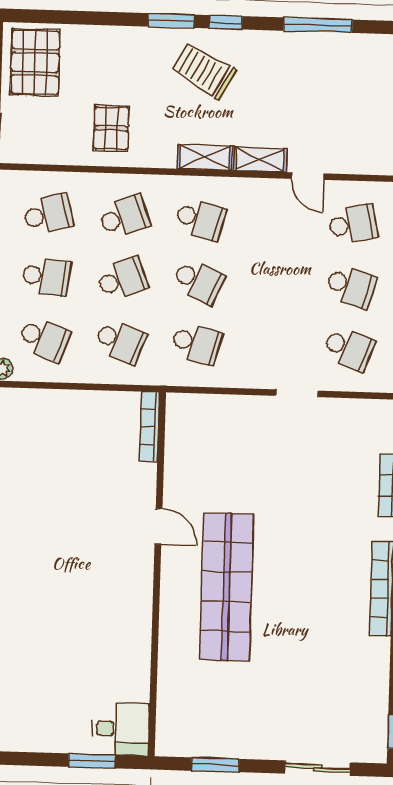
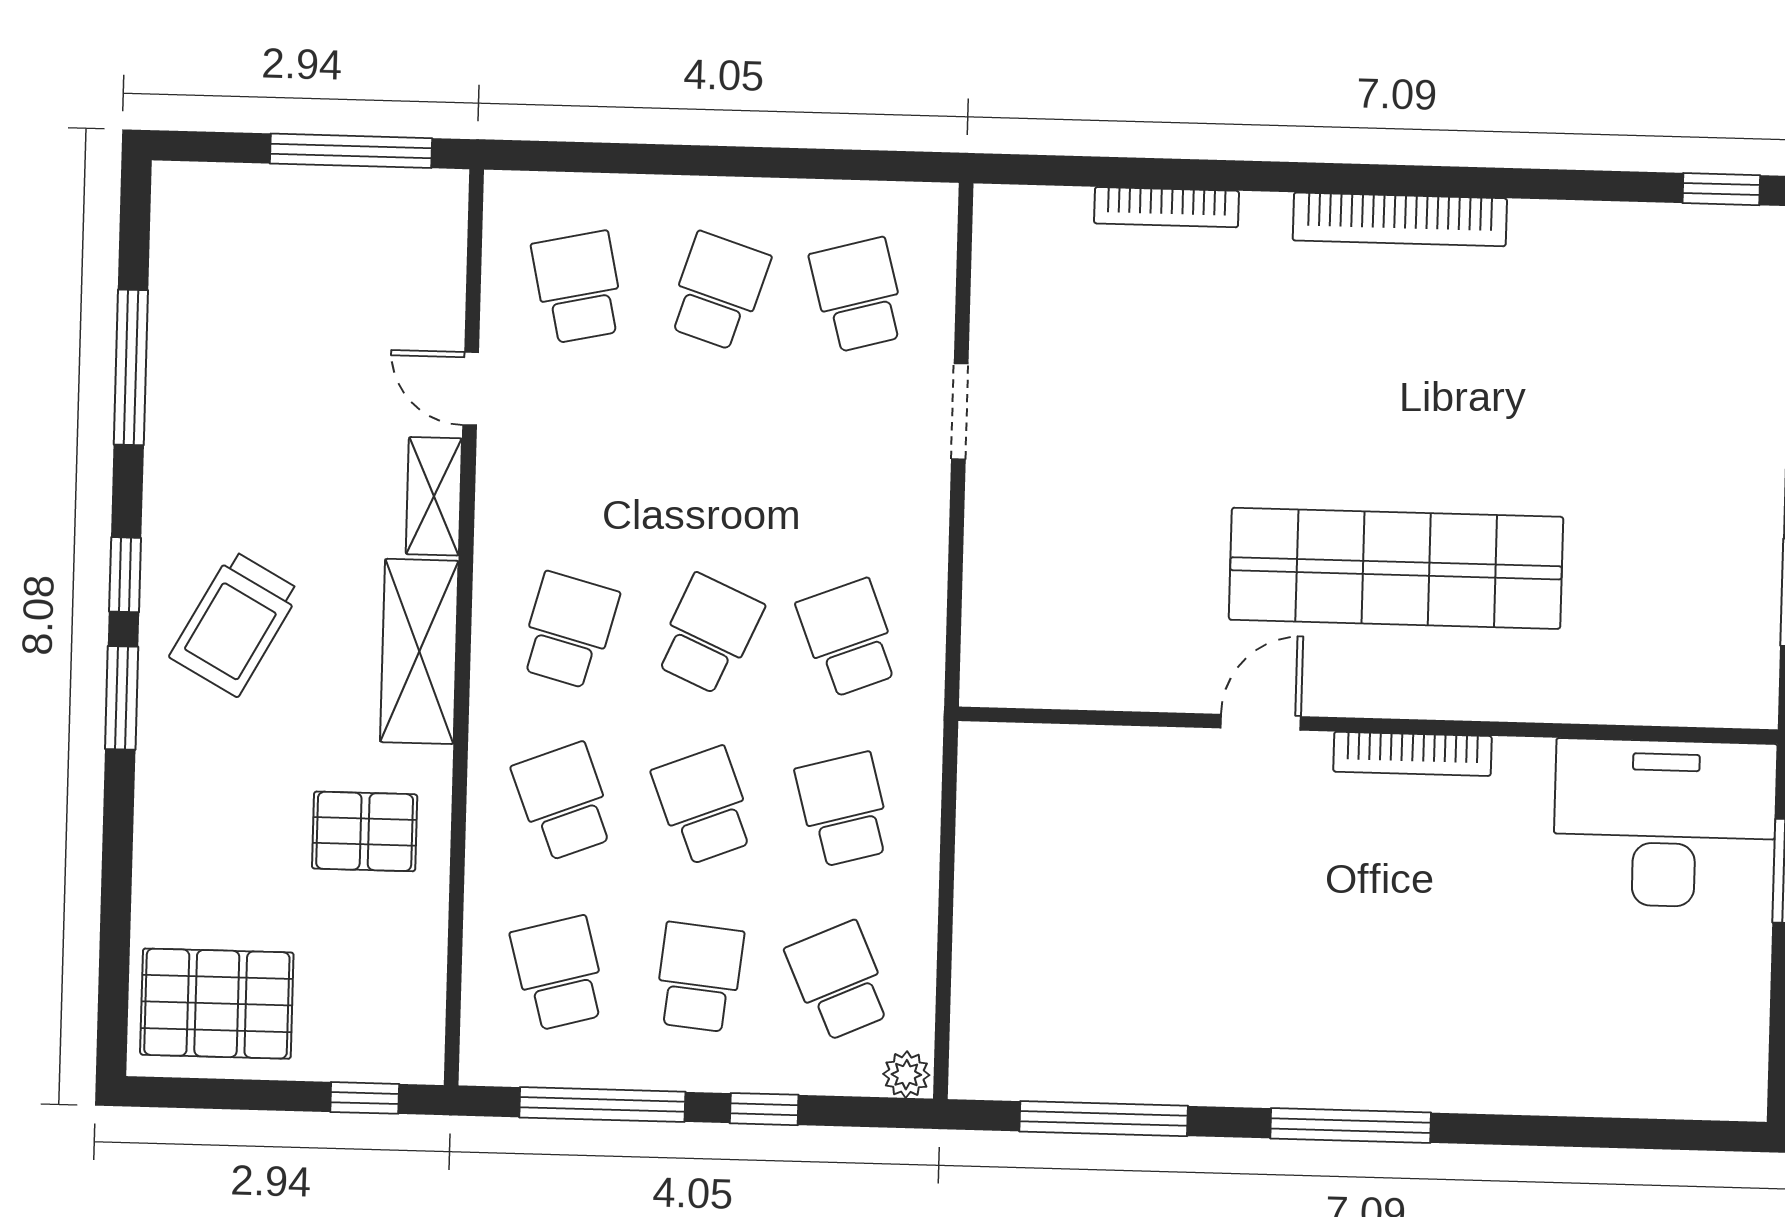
shelving: (205, 157) -> (419, 651), width x1.50, depth x1.33
door: (308, 176) -> (471, 389), swing flipped
school desk: (44, 339) -> (839, 981), turned -45
school desk: (120, 341) -> (844, 810), turned -36
school desk: (196, 344) -> (849, 638), turned -36
school desk: (349, 348) -> (858, 295), turned -36
bookcase: (149, 427) -> (1412, 754), moved
desk: (121, 729) -> (1665, 823), width x1.87, depth x1.30

